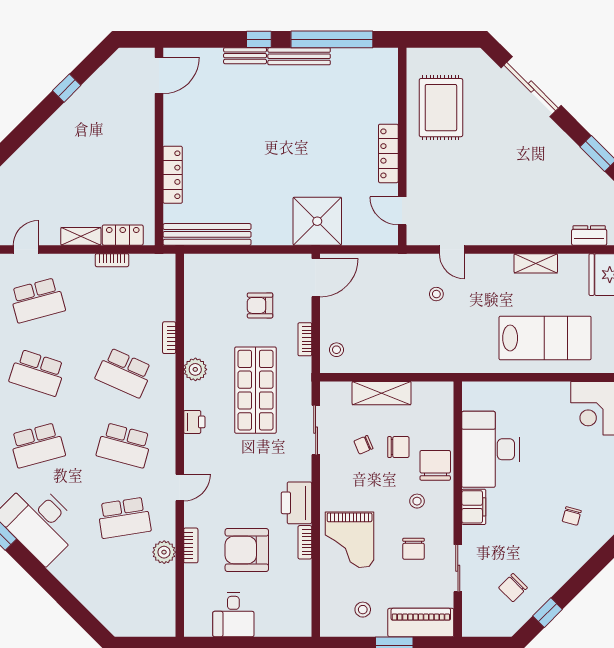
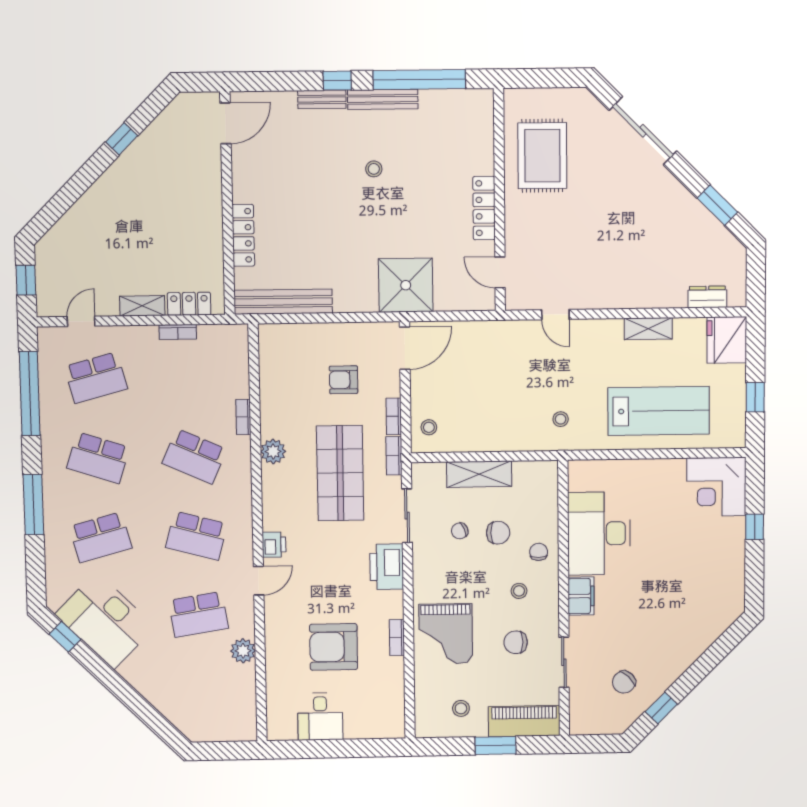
stool: (290, 117) -> (374, 169), added
stool: (436, 294) -> (561, 419), moved
printer: (194, 422) -> (274, 545), moved
chair: (435, 465) -> (539, 552), width x0.54, depth x0.54
printer: (296, 503) -> (387, 567), moved
chair: (572, 516) -> (688, 604), removed
bookcase: (191, 545) -> (394, 456), moved, turned 180
chair: (414, 549) -> (516, 642), turned 90

